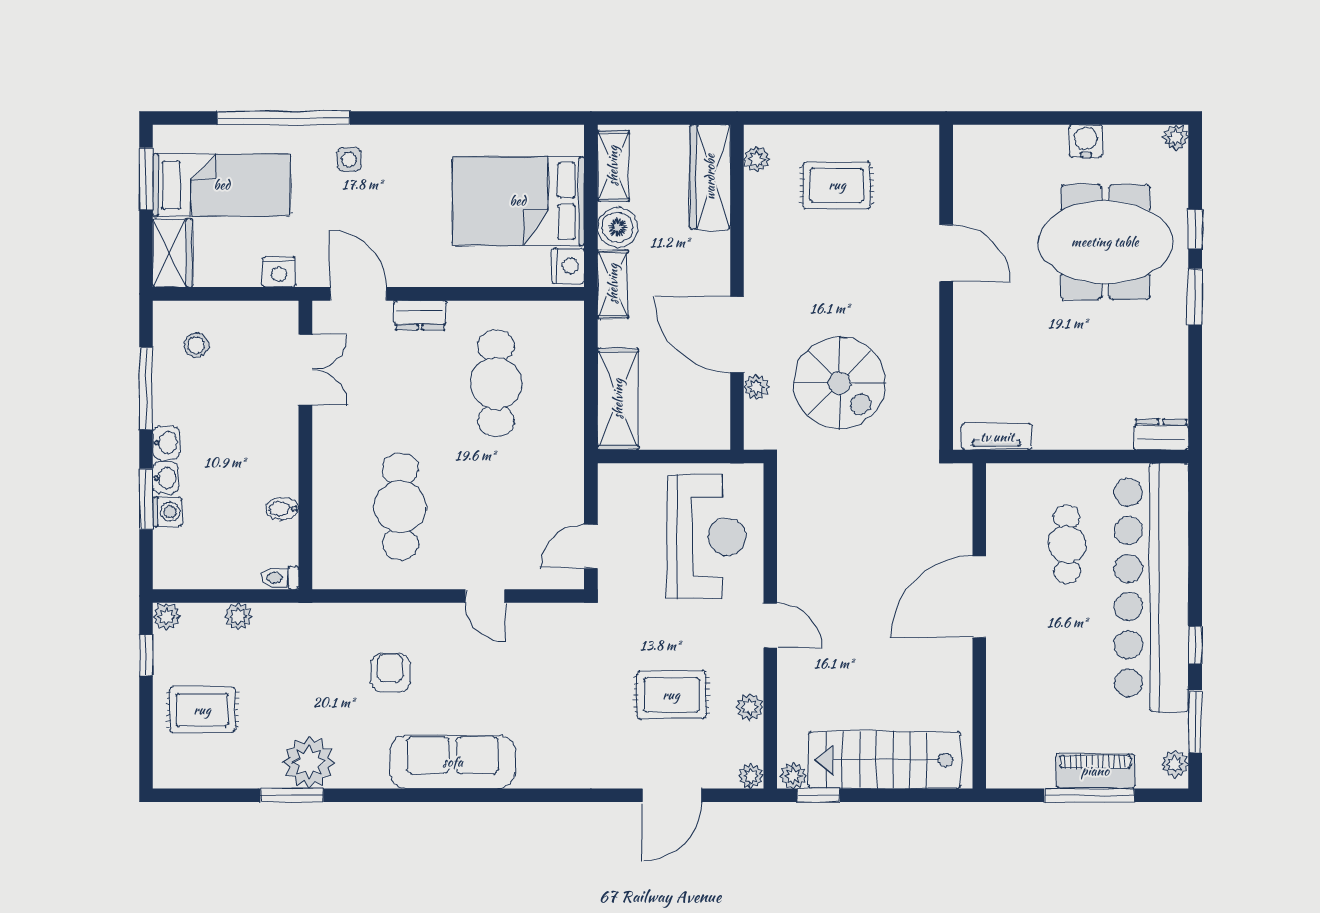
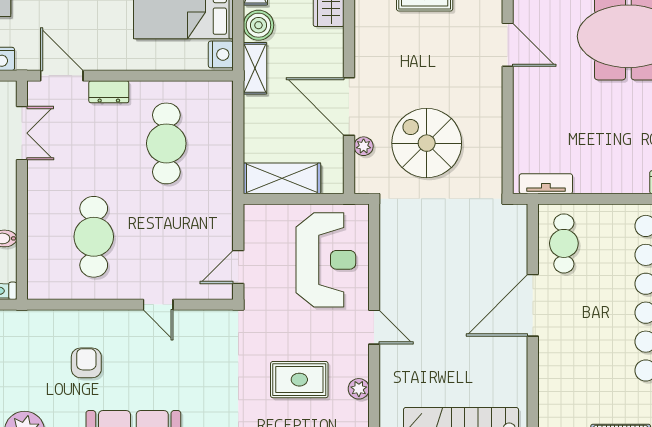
spiral stairs: (839, 383) -> (427, 143), turned 180
shelving: (618, 399) -> (282, 178), moved, turned 90
cafe table: (1067, 544) -> (564, 243), moved

